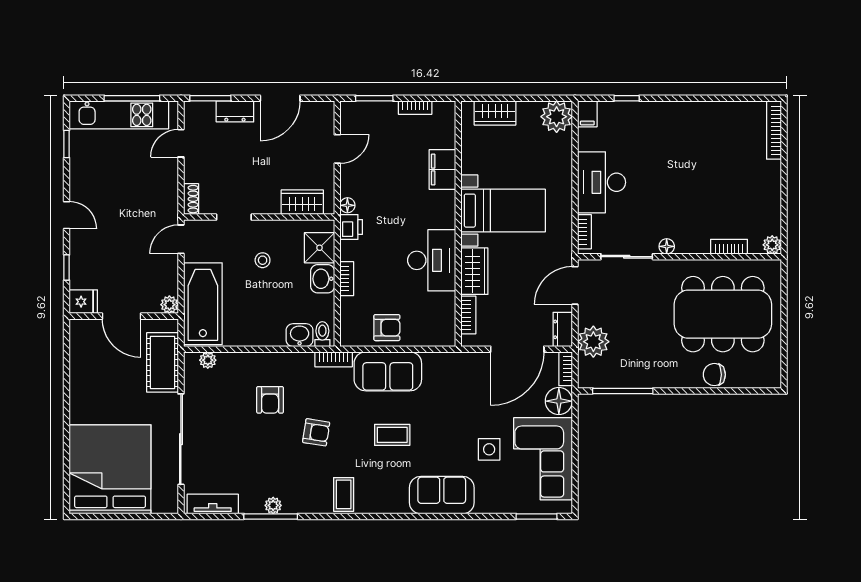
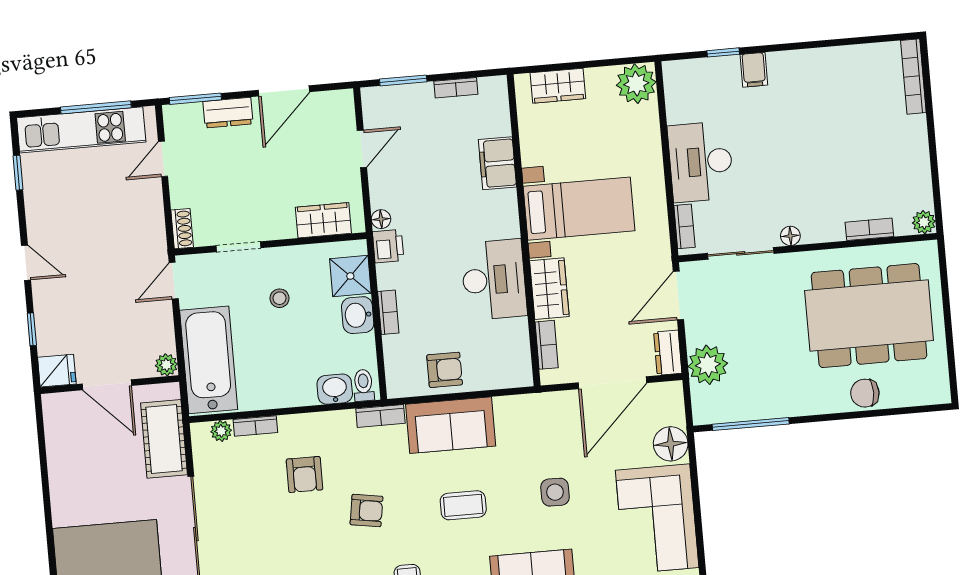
filing cabinet: (587, 114) -> (754, 70), moved
bookcase: (566, 369) -> (255, 426), moved, turned -90
side table: (489, 449) -> (555, 492), moved

